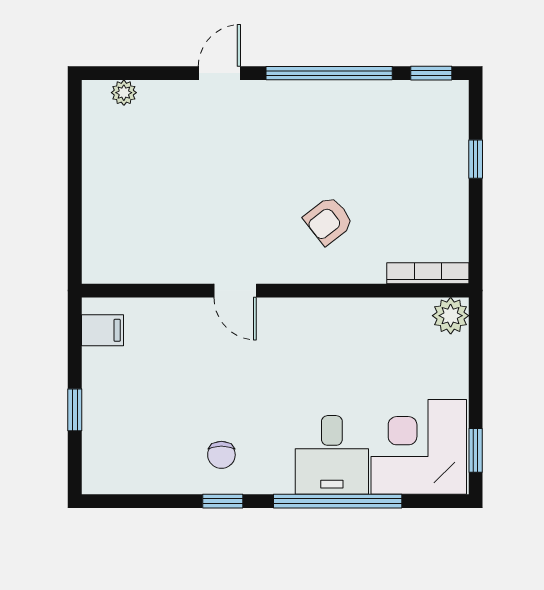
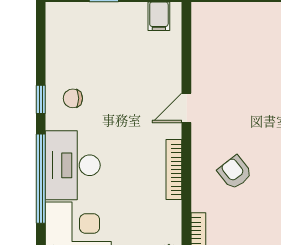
bookcase: (324, 309) -> (174, 170), added
desk: (332, 455) -> (73, 165), width x1.37

